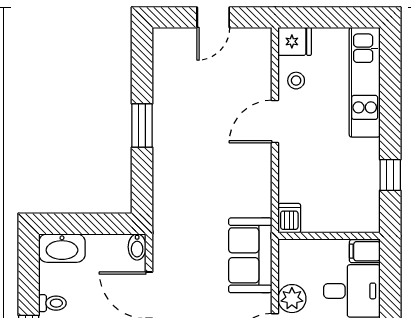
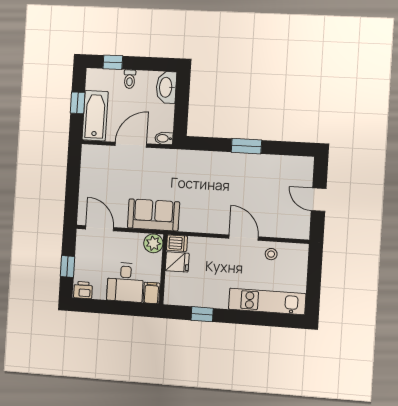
fridge: (295, 41) -> (177, 262), moved, turned -90
plant: (292, 299) -> (153, 243), moved

